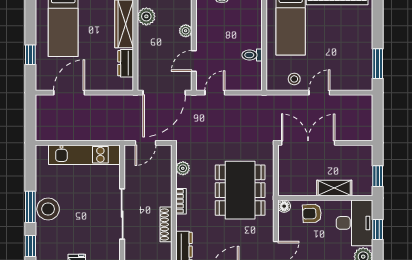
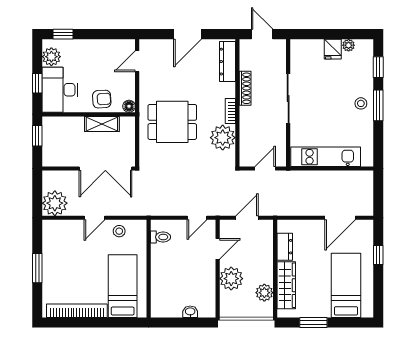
plant: (186, 31) -> (231, 279), width x1.87, depth x1.87
toilet: (252, 55) -> (160, 237), moved
window: (378, 64) -> (37, 268), moved
door: (164, 93) -> (247, 218), width x0.53
plant: (360, 107) -> (55, 203), added
plant: (183, 168) -> (223, 138), width x1.87, depth x1.87
shelving: (334, 188) -> (102, 124), moved
dining table: (240, 190) -> (172, 122), width x0.73
stool: (48, 209) -> (361, 103), width x0.53, depth x0.53

